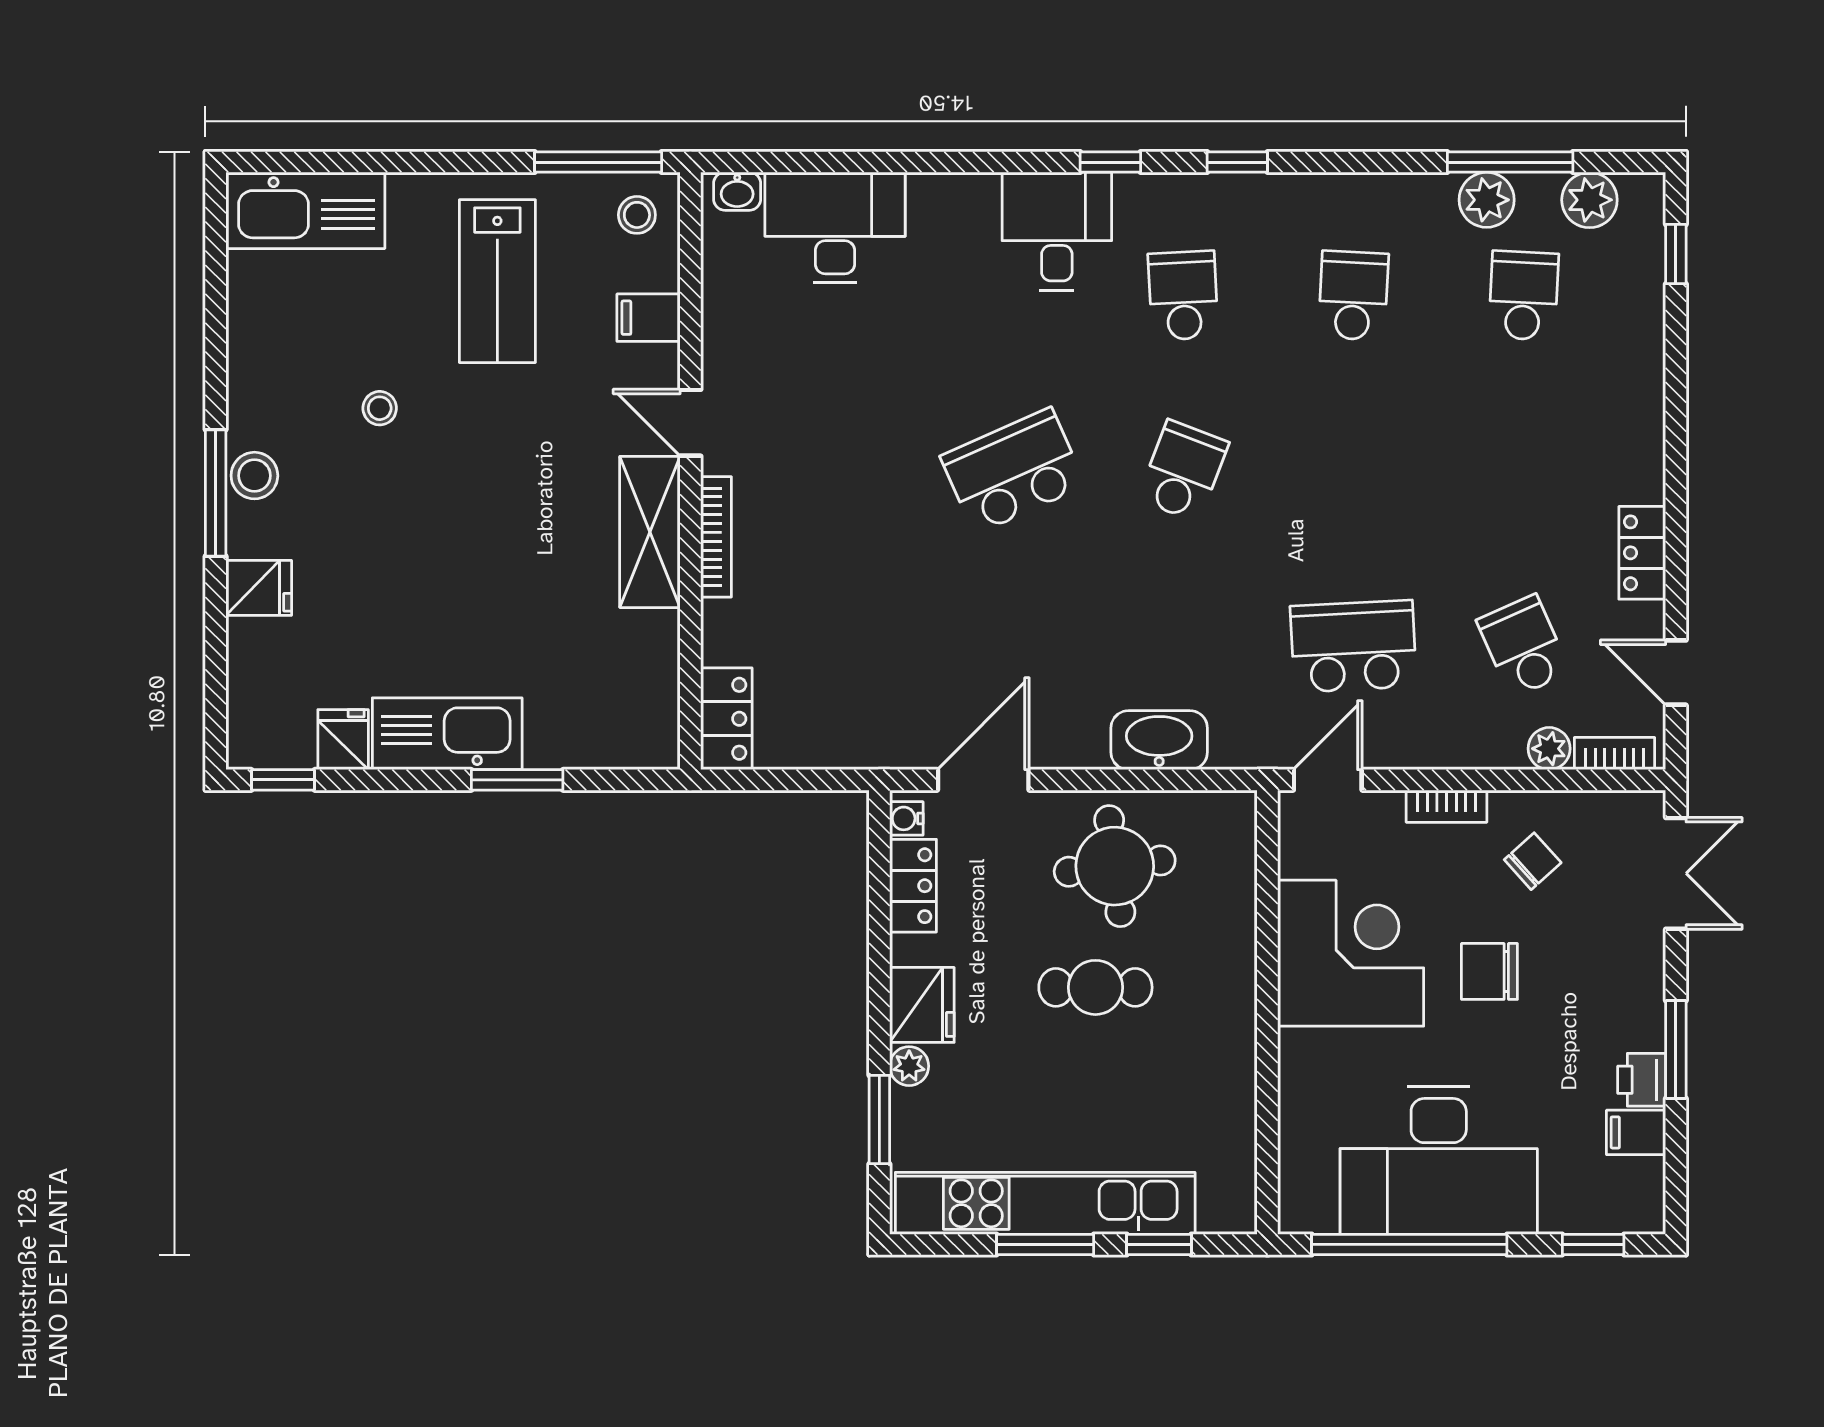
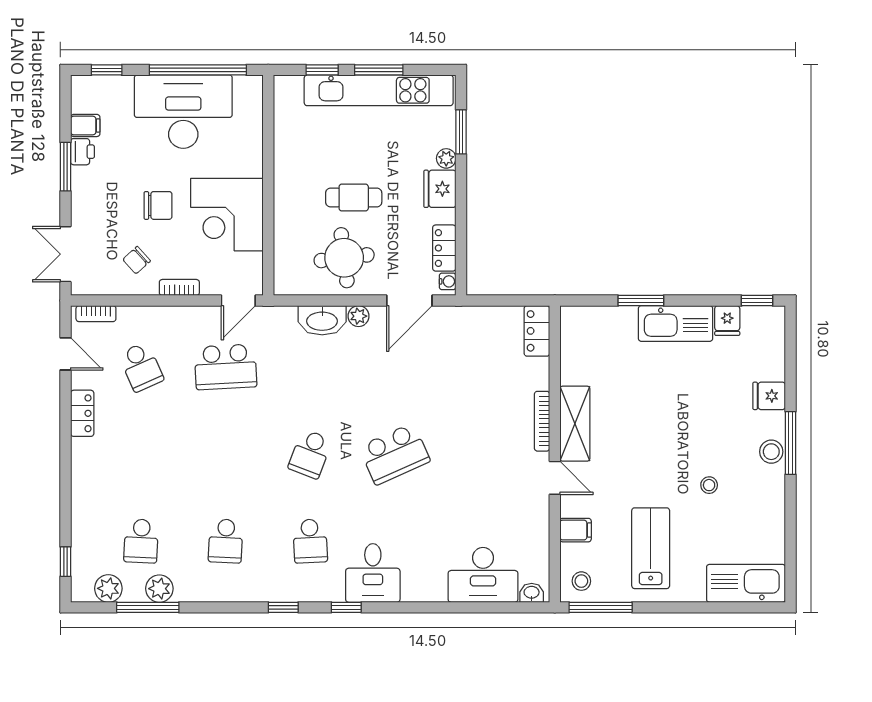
plant: (1549, 749) -> (359, 316), moved

